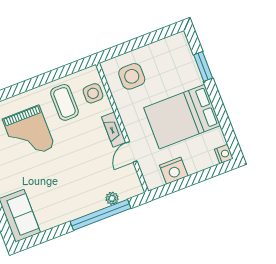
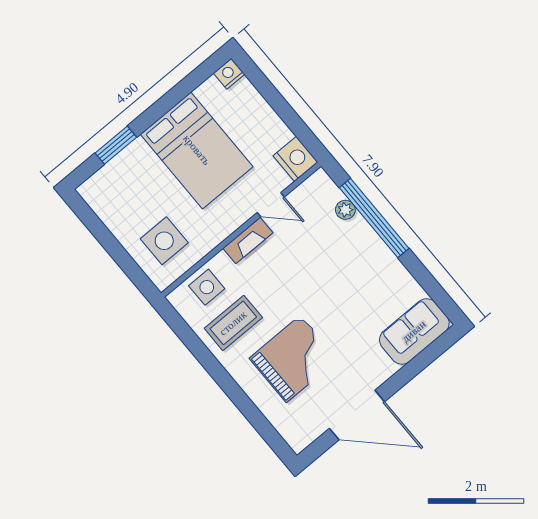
nightstand: (174, 171) -> (295, 159), moved

